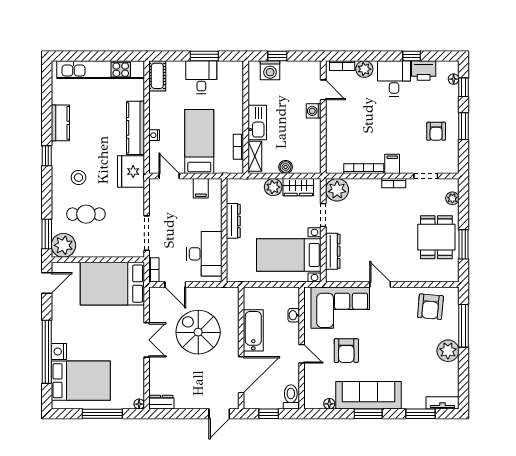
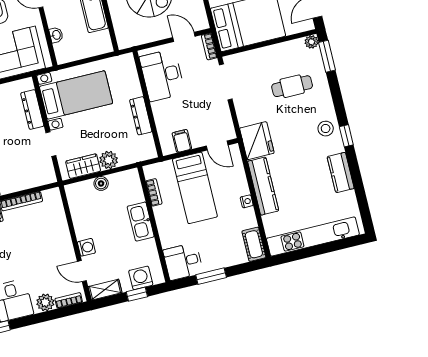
desk: (201, 77) -> (183, 261), moved, turned 90
nightstand: (154, 135) -> (247, 201), moved
shelving: (255, 156) -> (105, 290), moved, turned 90
stool: (78, 177) -> (326, 129), moved
plant: (337, 190) -> (43, 173), removed
plant: (63, 245) -> (311, 42), width x0.53, depth x0.53

